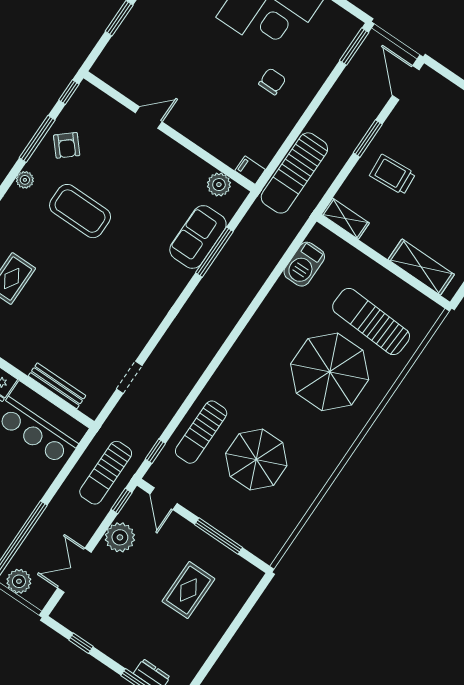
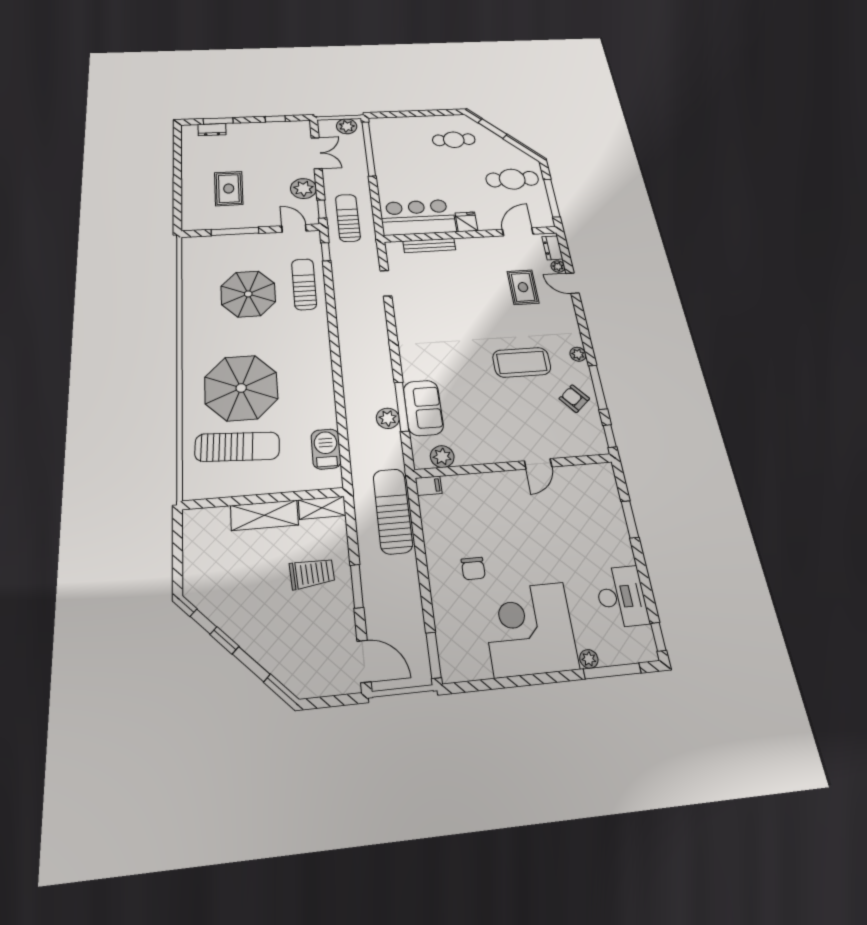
plant: (234, 251) -> (388, 418), added
shelving: (421, 267) -> (264, 515), moved

